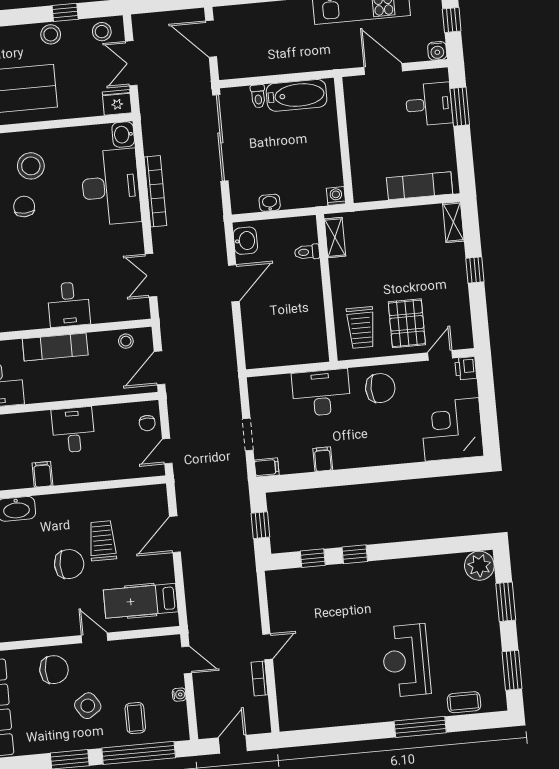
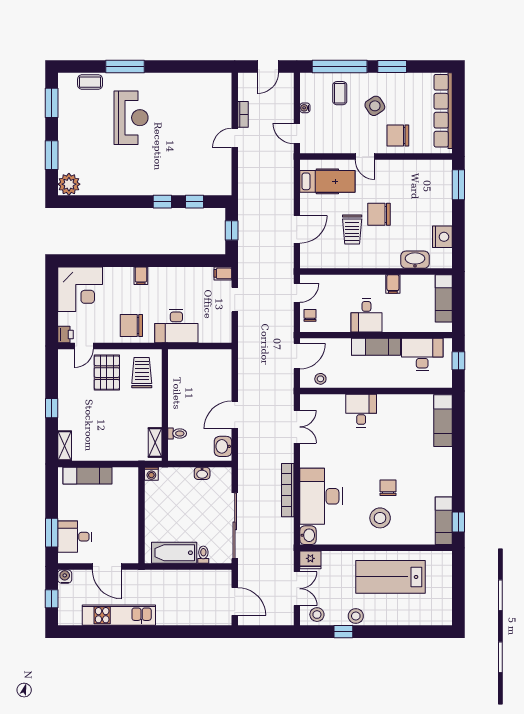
chair: (24, 206) -> (388, 488), turned 180
exam couch: (55, 347) -> (376, 347), moved, turned 180
filing cabinet: (323, 459) -> (141, 276), moved

